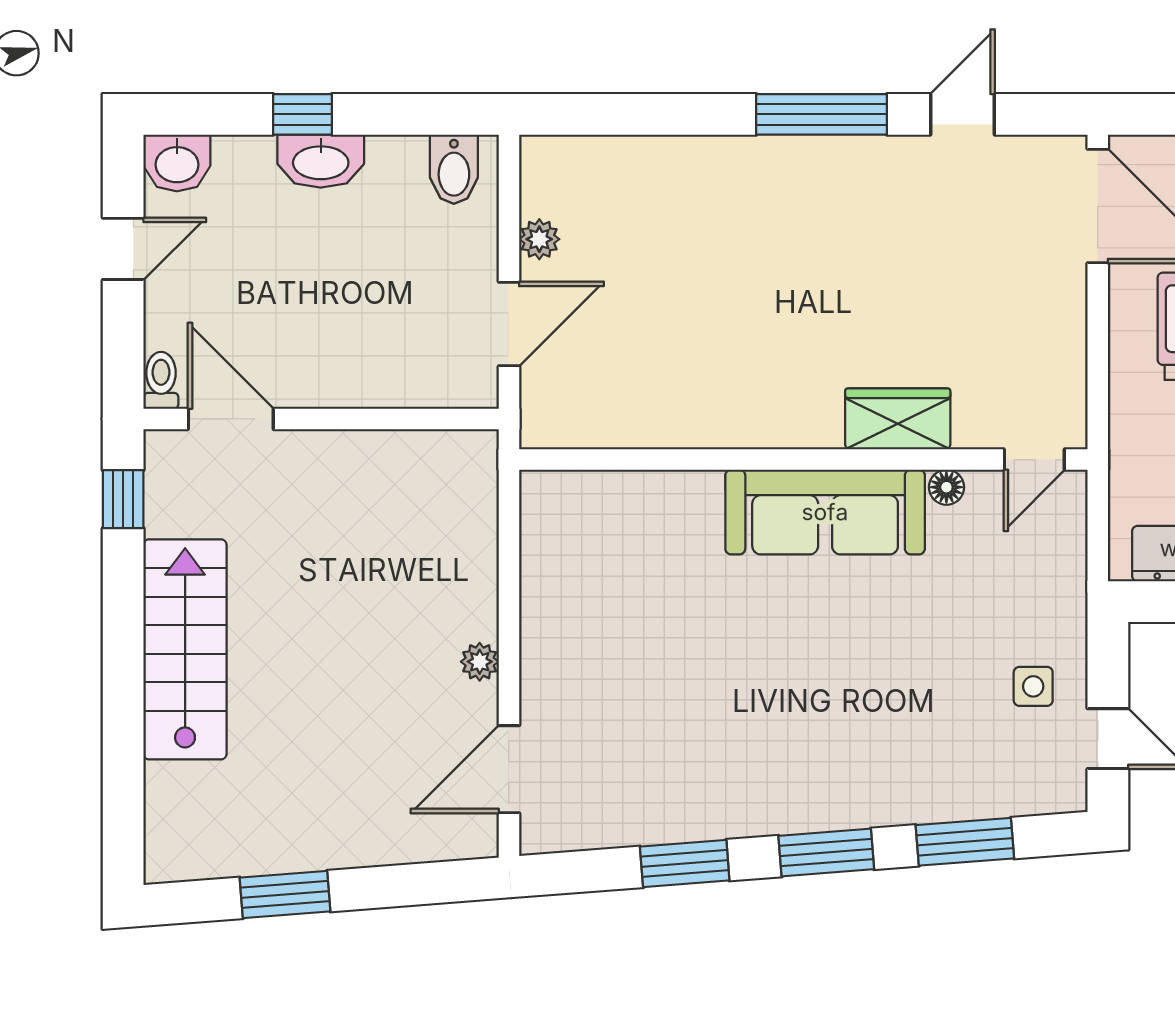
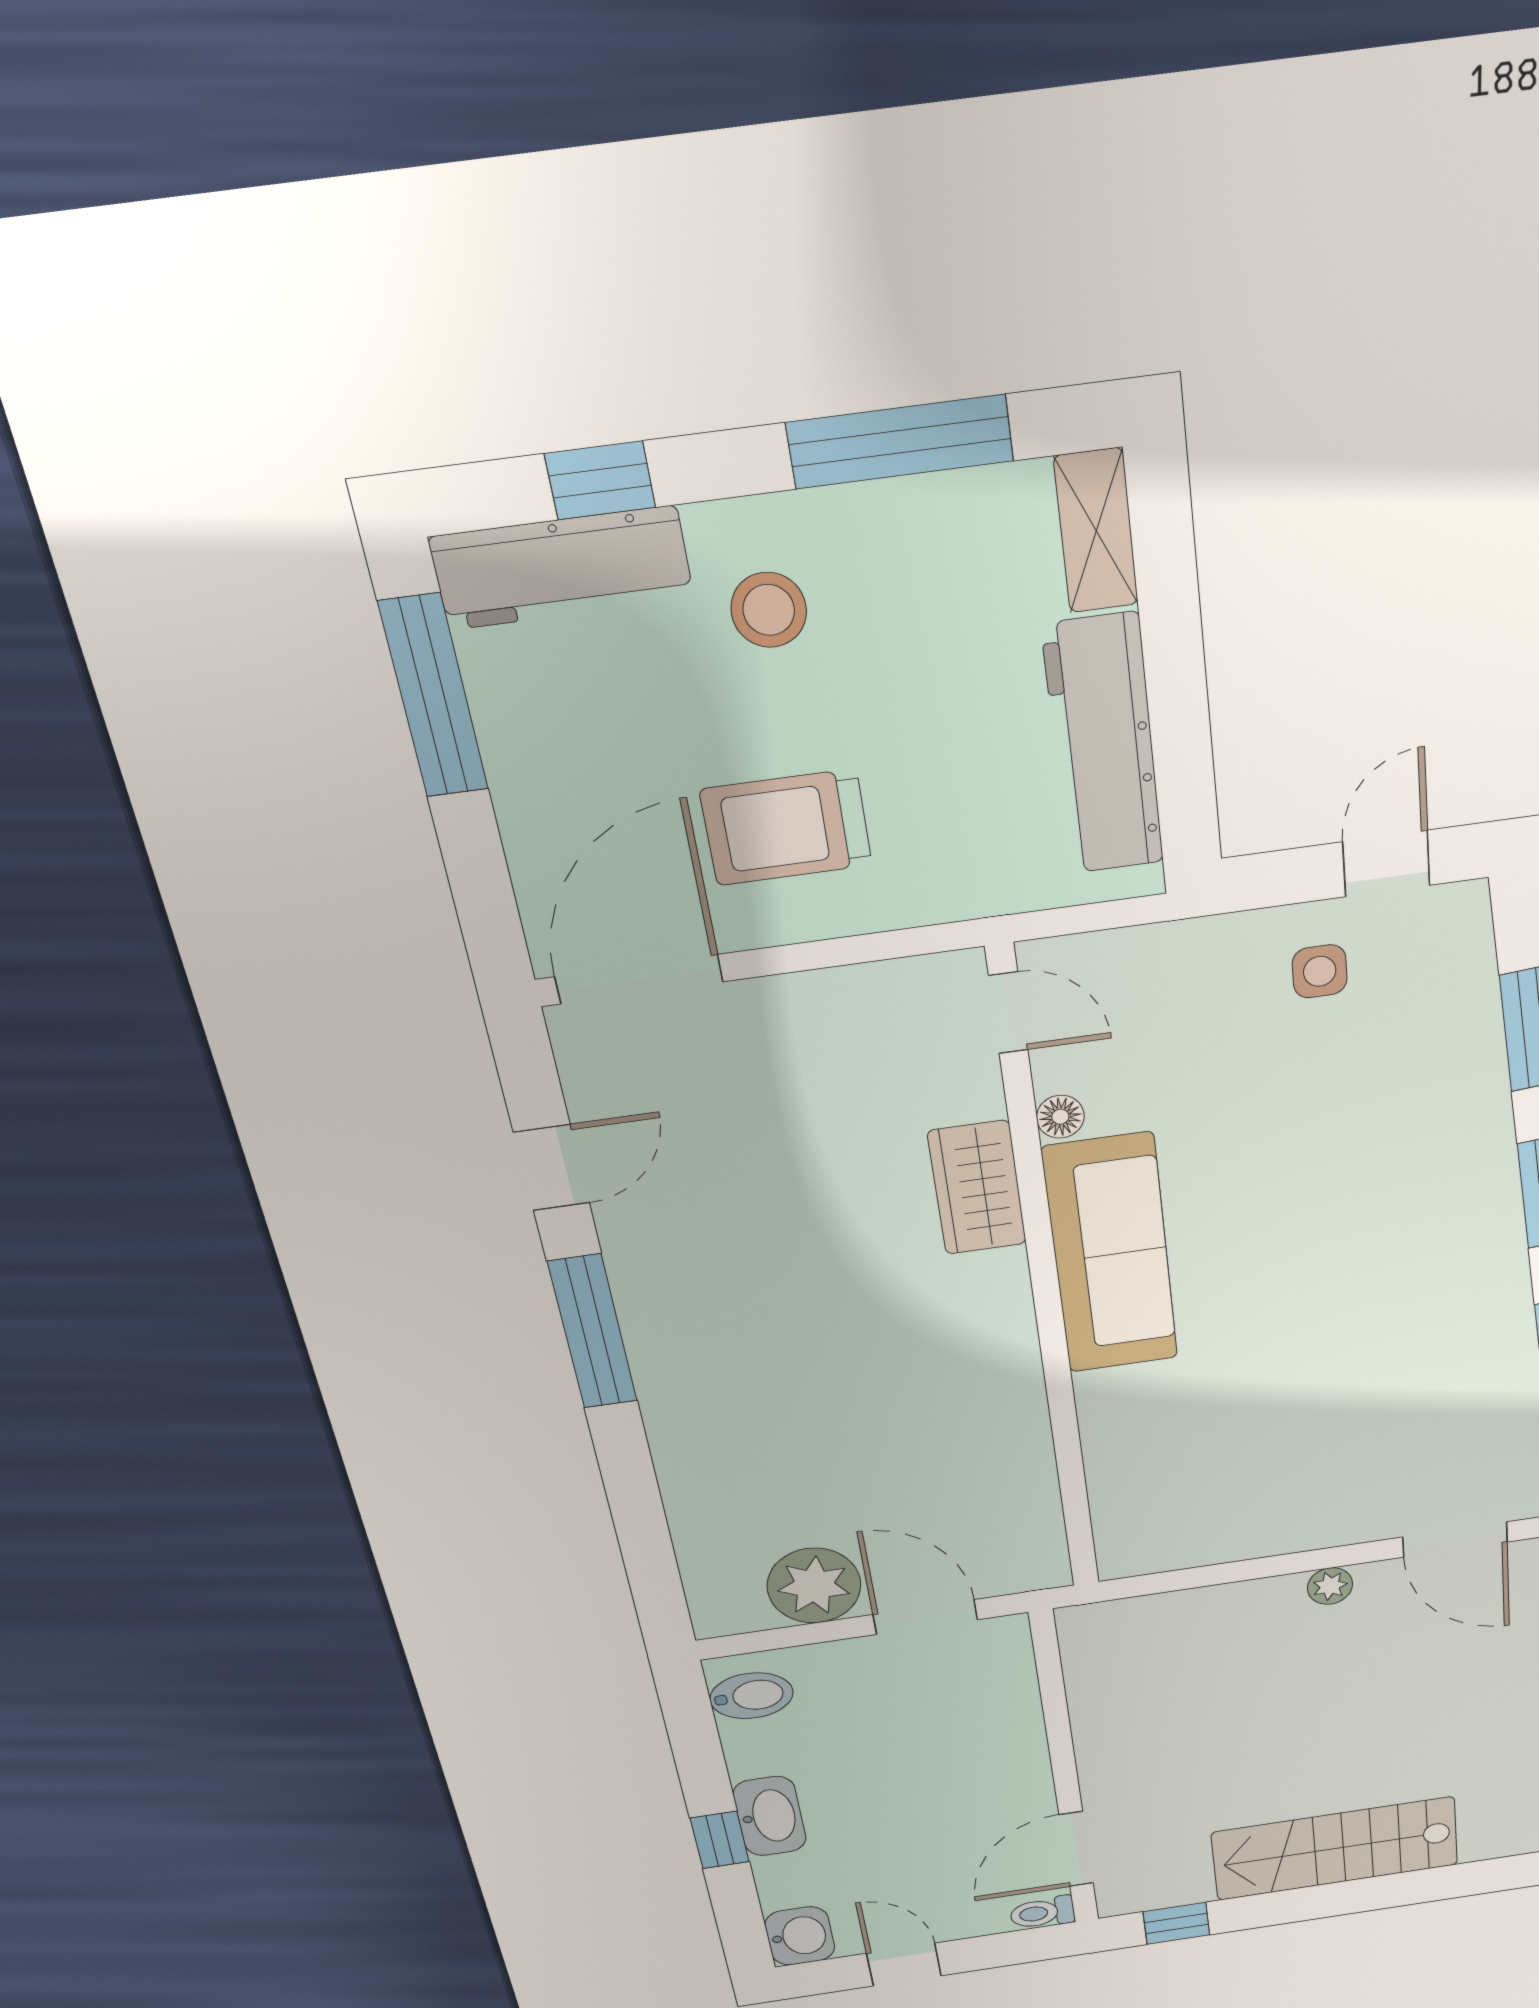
door: (962, 114) -> (552, 1168), swing flipped
plant: (539, 239) -> (814, 1586), width x1.87, depth x1.87

